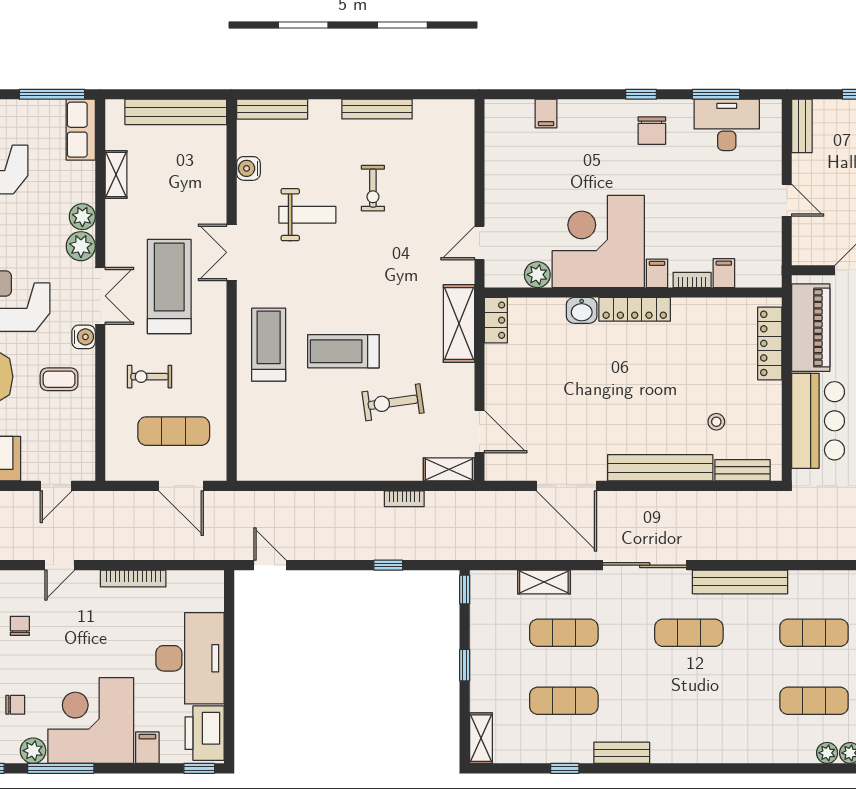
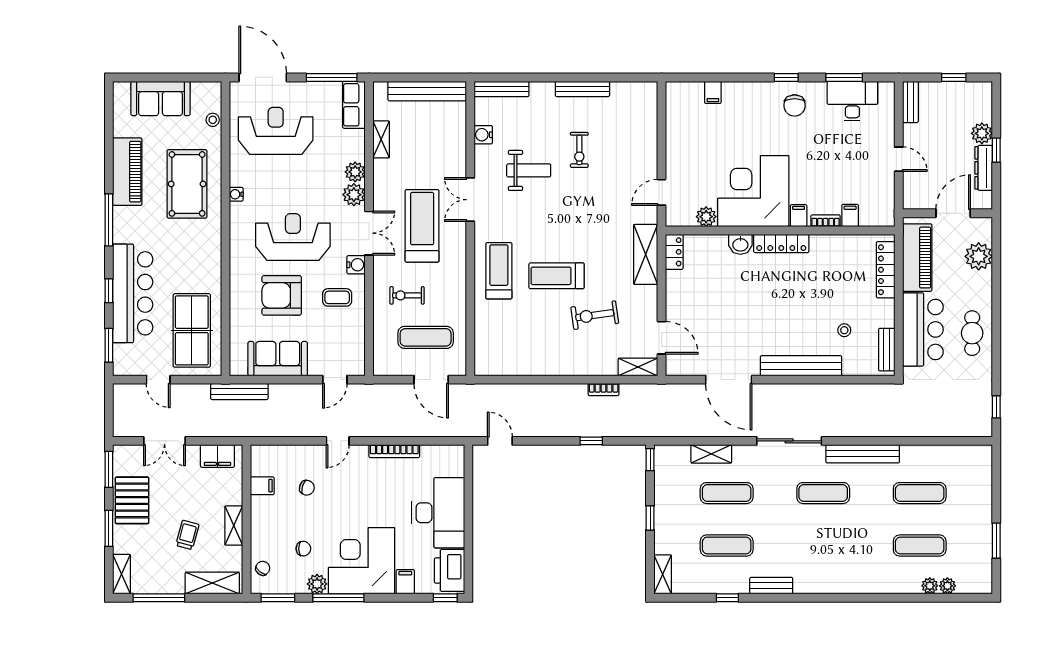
bench: (743, 470) -> (887, 350), moved, turned 90
chair: (20, 626) -> (307, 488), turned 106

